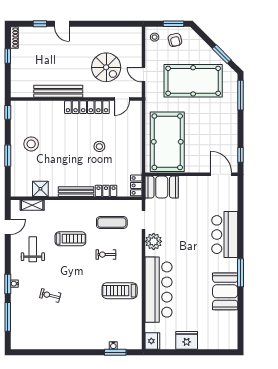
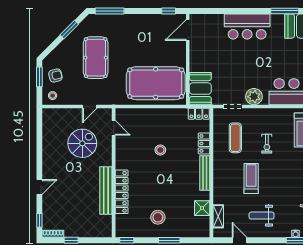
window: (40, 24) -> (39, 220), moved
pool table: (193, 81) -> (96, 58), width x0.73, depth x0.76
locker: (87, 107) -> (122, 192), moved

